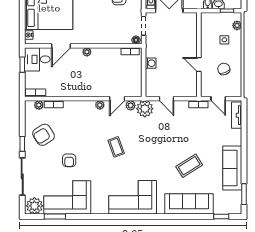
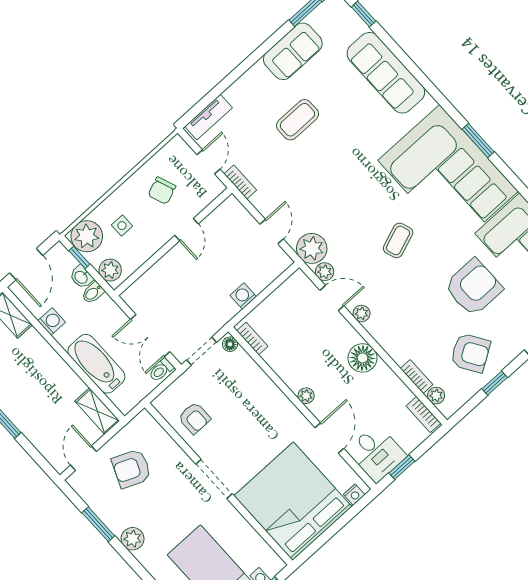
plant: (211, 18) -> (110, 270), added
plant: (237, 25) -> (87, 236), width x1.87, depth x1.87
door: (61, 46) -> (329, 438), hinge flipped
floor lamp: (81, 89) -> (363, 358), added
window: (22, 144) -> (495, 383), moved
armchair: (69, 160) -> (473, 287), width x1.88, depth x1.88
coffee table: (189, 166) -> (297, 120), moved, turned -58
sofa: (232, 168) -> (293, 51), width x0.73
corner sofa: (133, 197) -> (448, 176), width x1.36, depth x1.36
window: (127, 217) -> (478, 140), added

